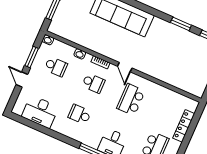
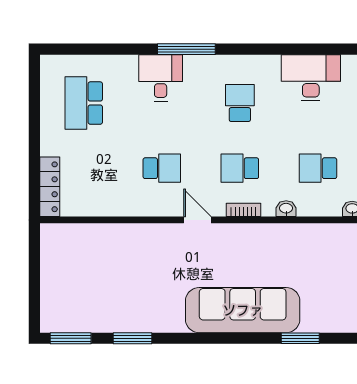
school desk: (131, 100) -> (162, 168), width x0.54
school desk: (80, 114) -> (240, 103), turned -90
locker: (184, 126) -> (50, 187), moved

